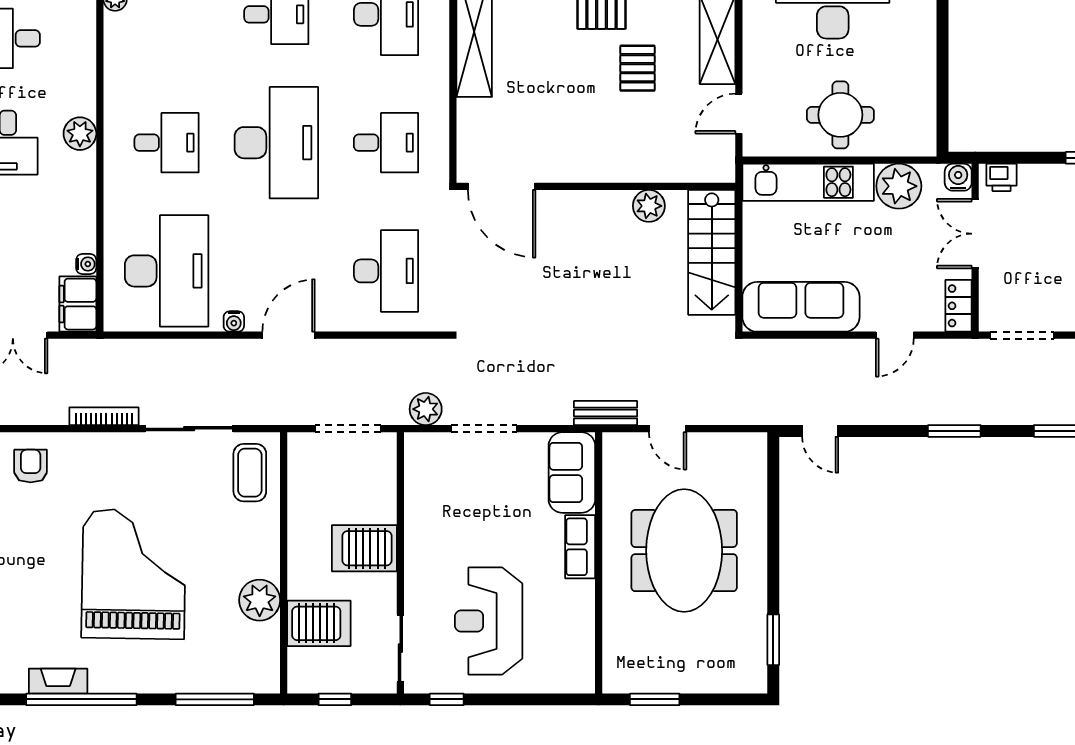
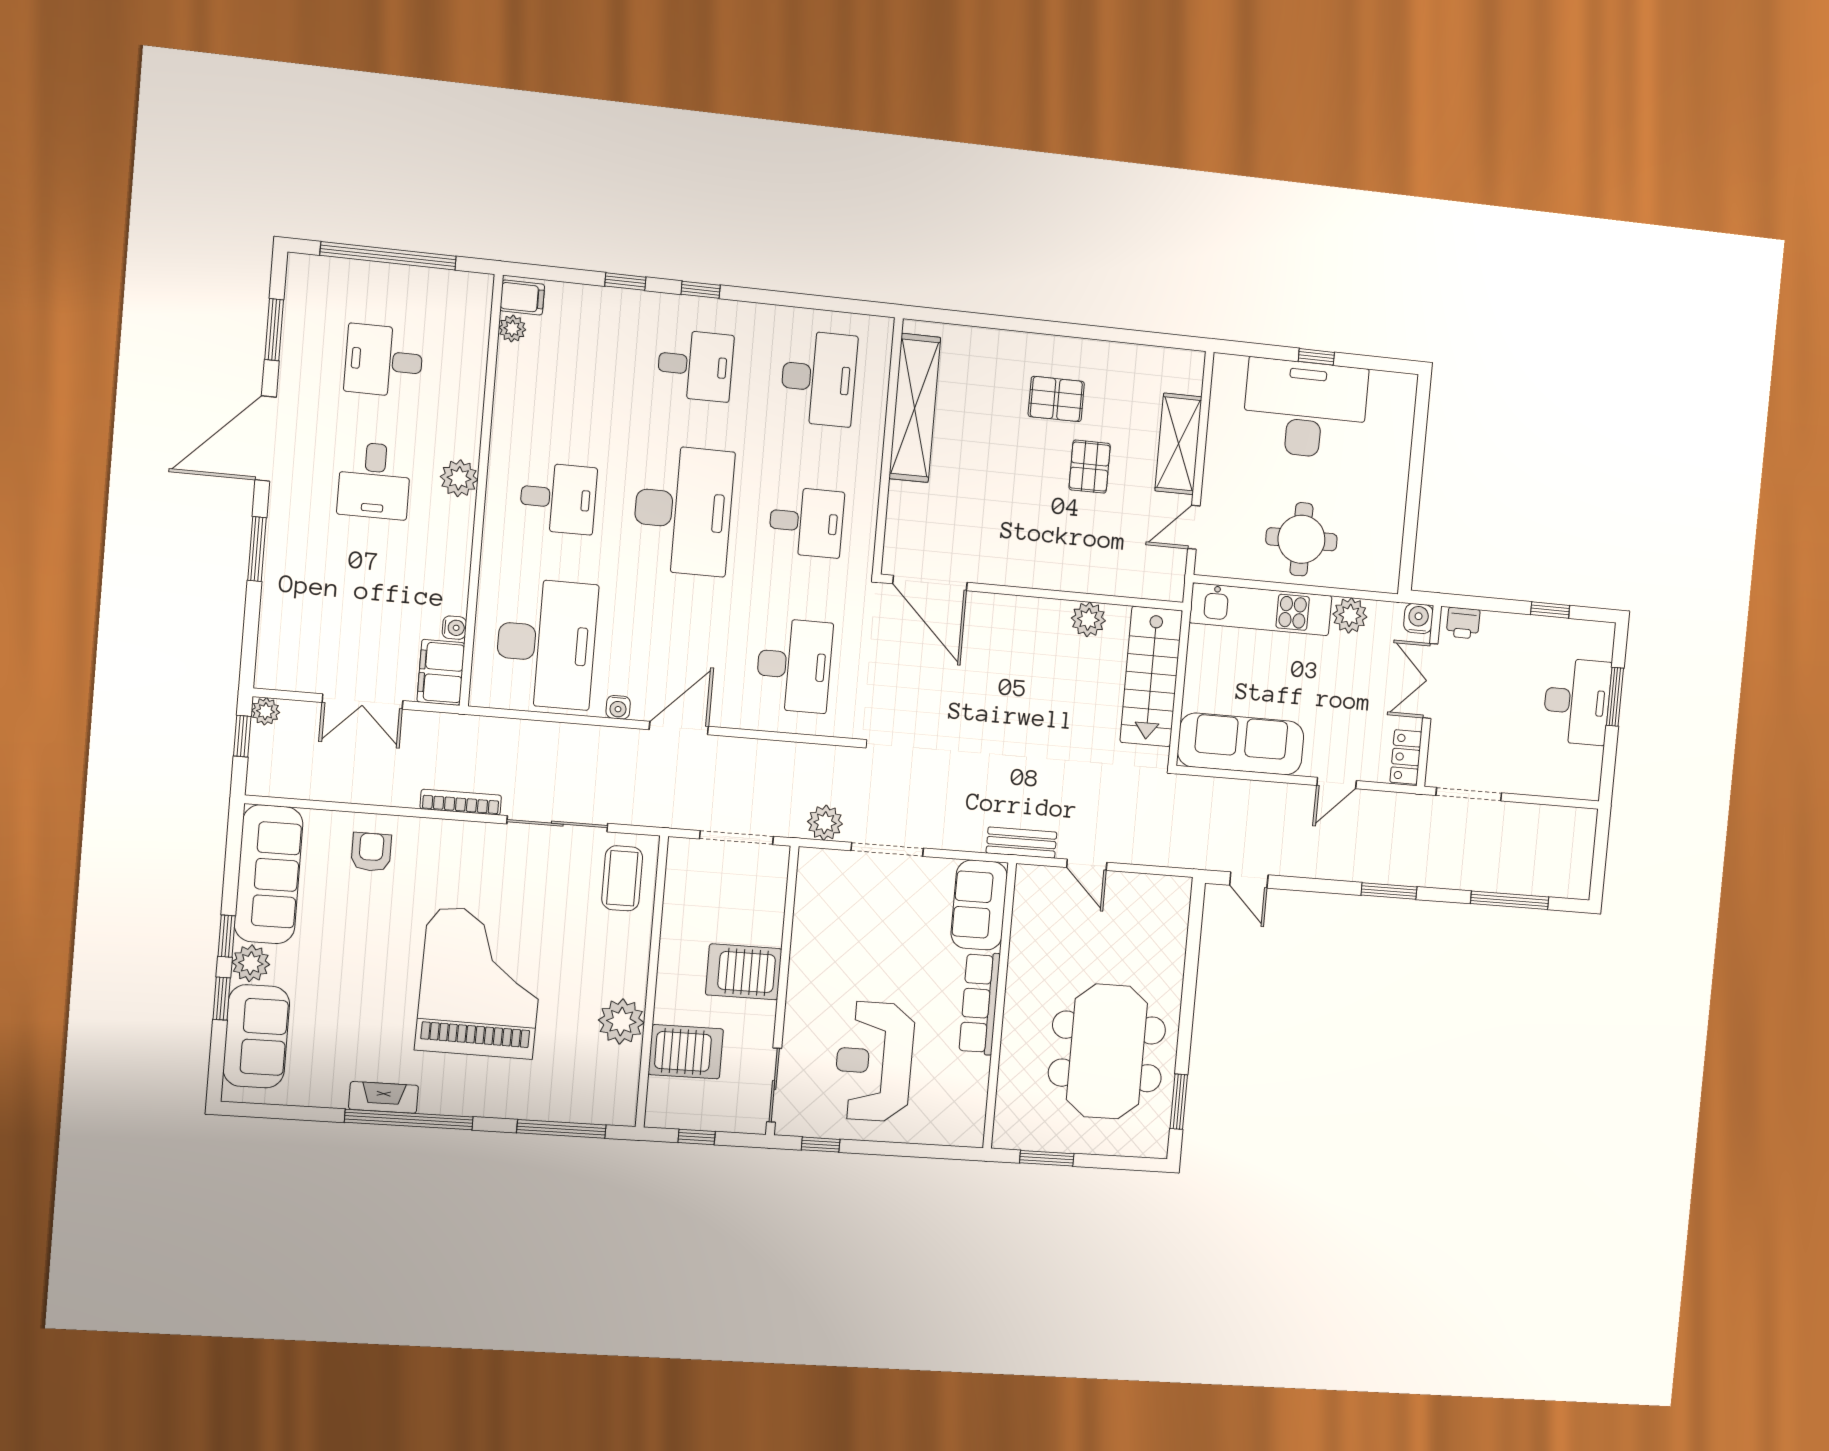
plant: (899, 186) -> (1350, 615), width x0.73, depth x0.73
row of seats: (580, 547) -> (980, 1003), width x1.48
meeting table: (684, 551) -> (1107, 1051), moved

